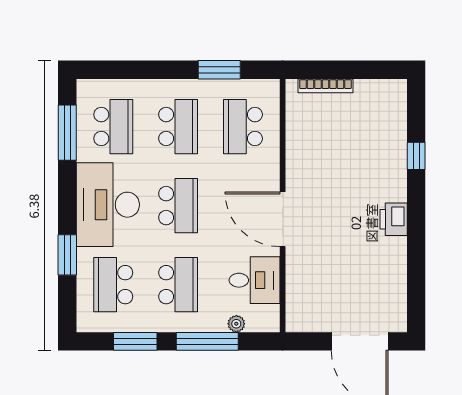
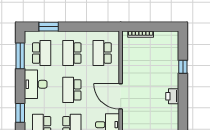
window: (219, 70) -> (49, 27), moved
school desk: (178, 127) -> (72, 53), turned 180
desk: (108, 205) -> (36, 84), width x0.73, depth x0.77
school desk: (178, 206) -> (72, 90), turned 180

